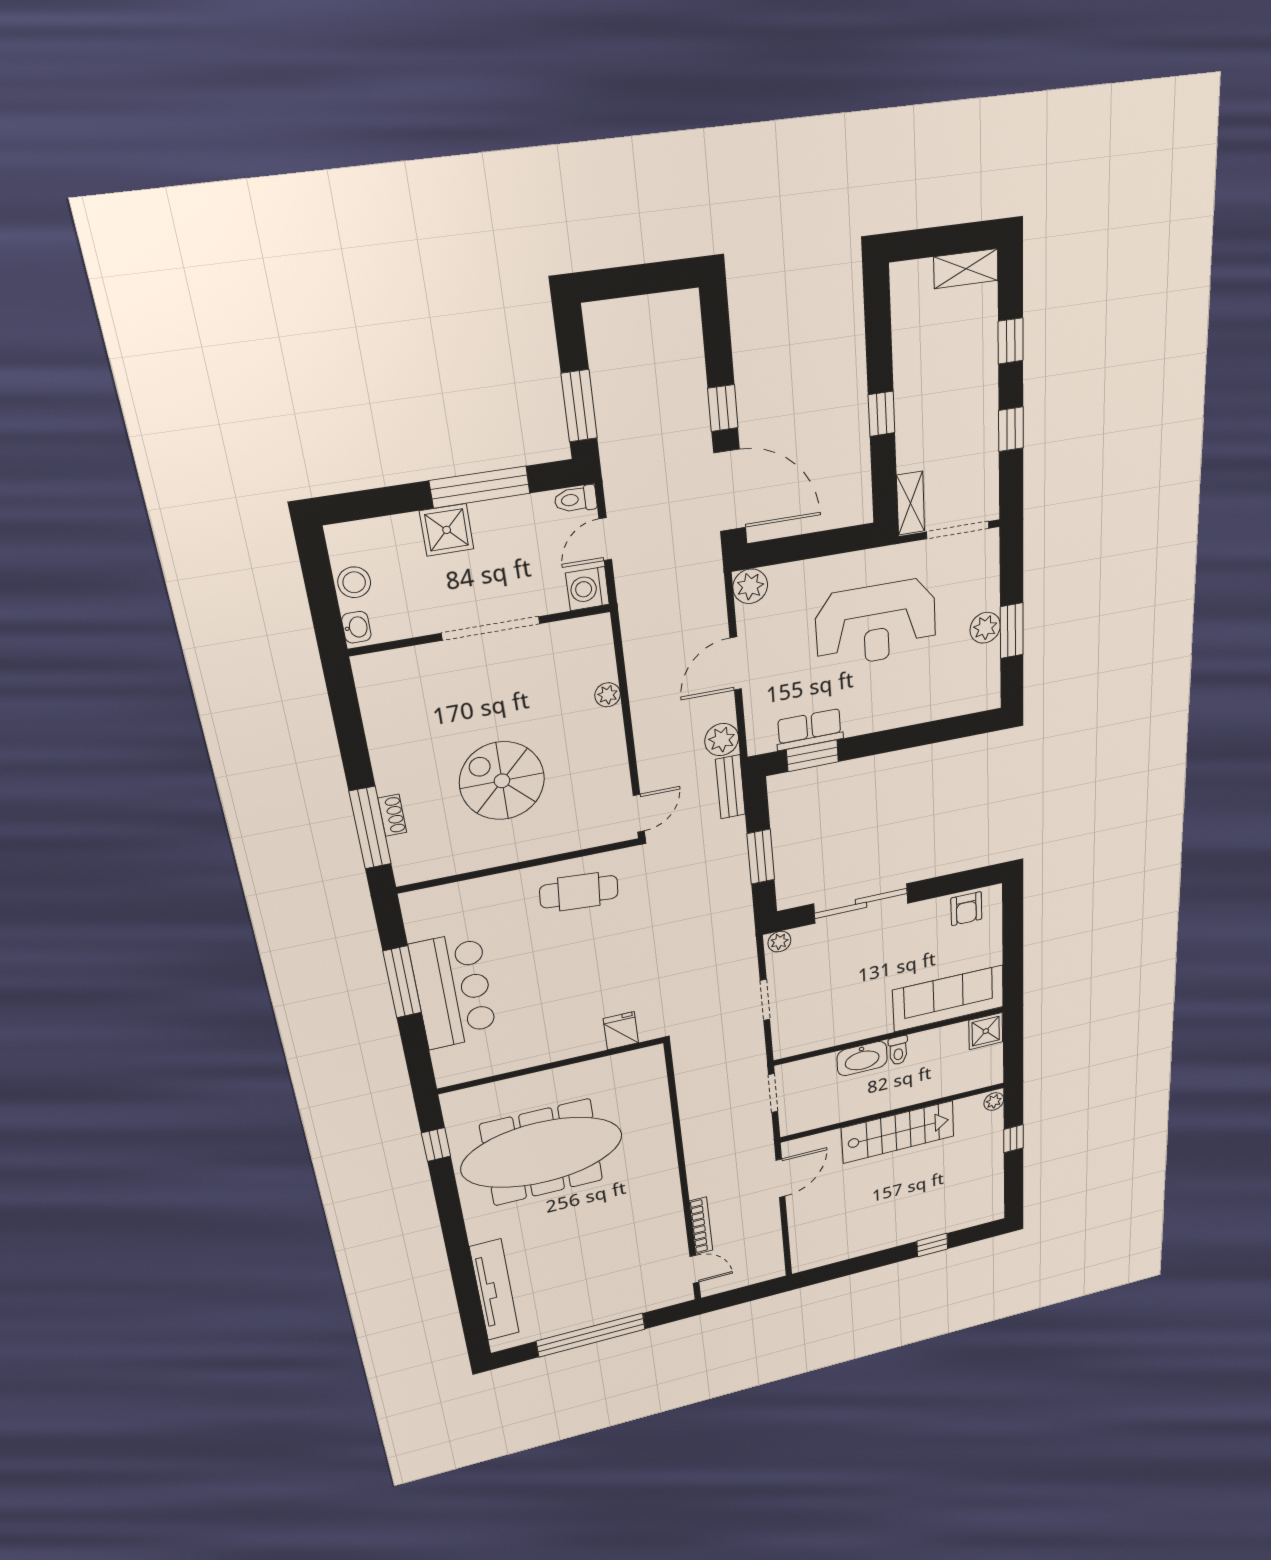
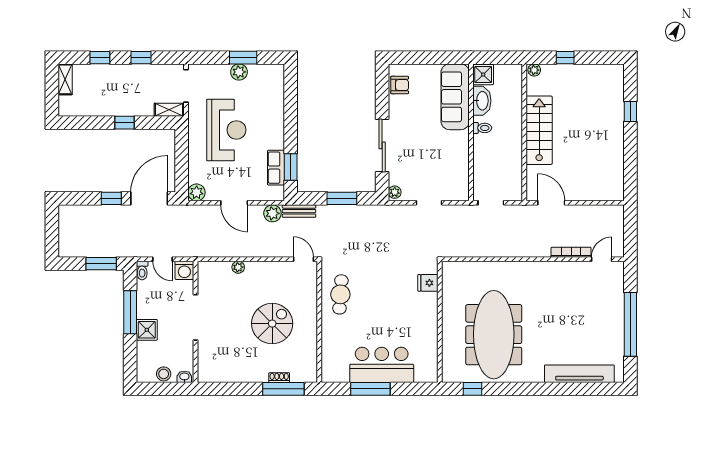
spiral stairs: (502, 781) -> (272, 324), turned 180
washbasin: (862, 1059) -> (482, 101), moved

